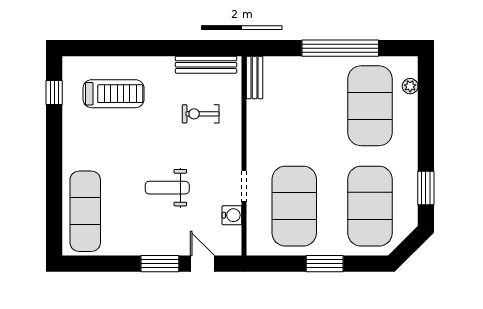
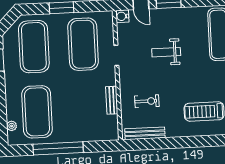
bench: (255, 78) -> (112, 100), moved
weight bench: (167, 188) -> (166, 52), turned 180
water cooler: (232, 215) -> (122, 16), moved

